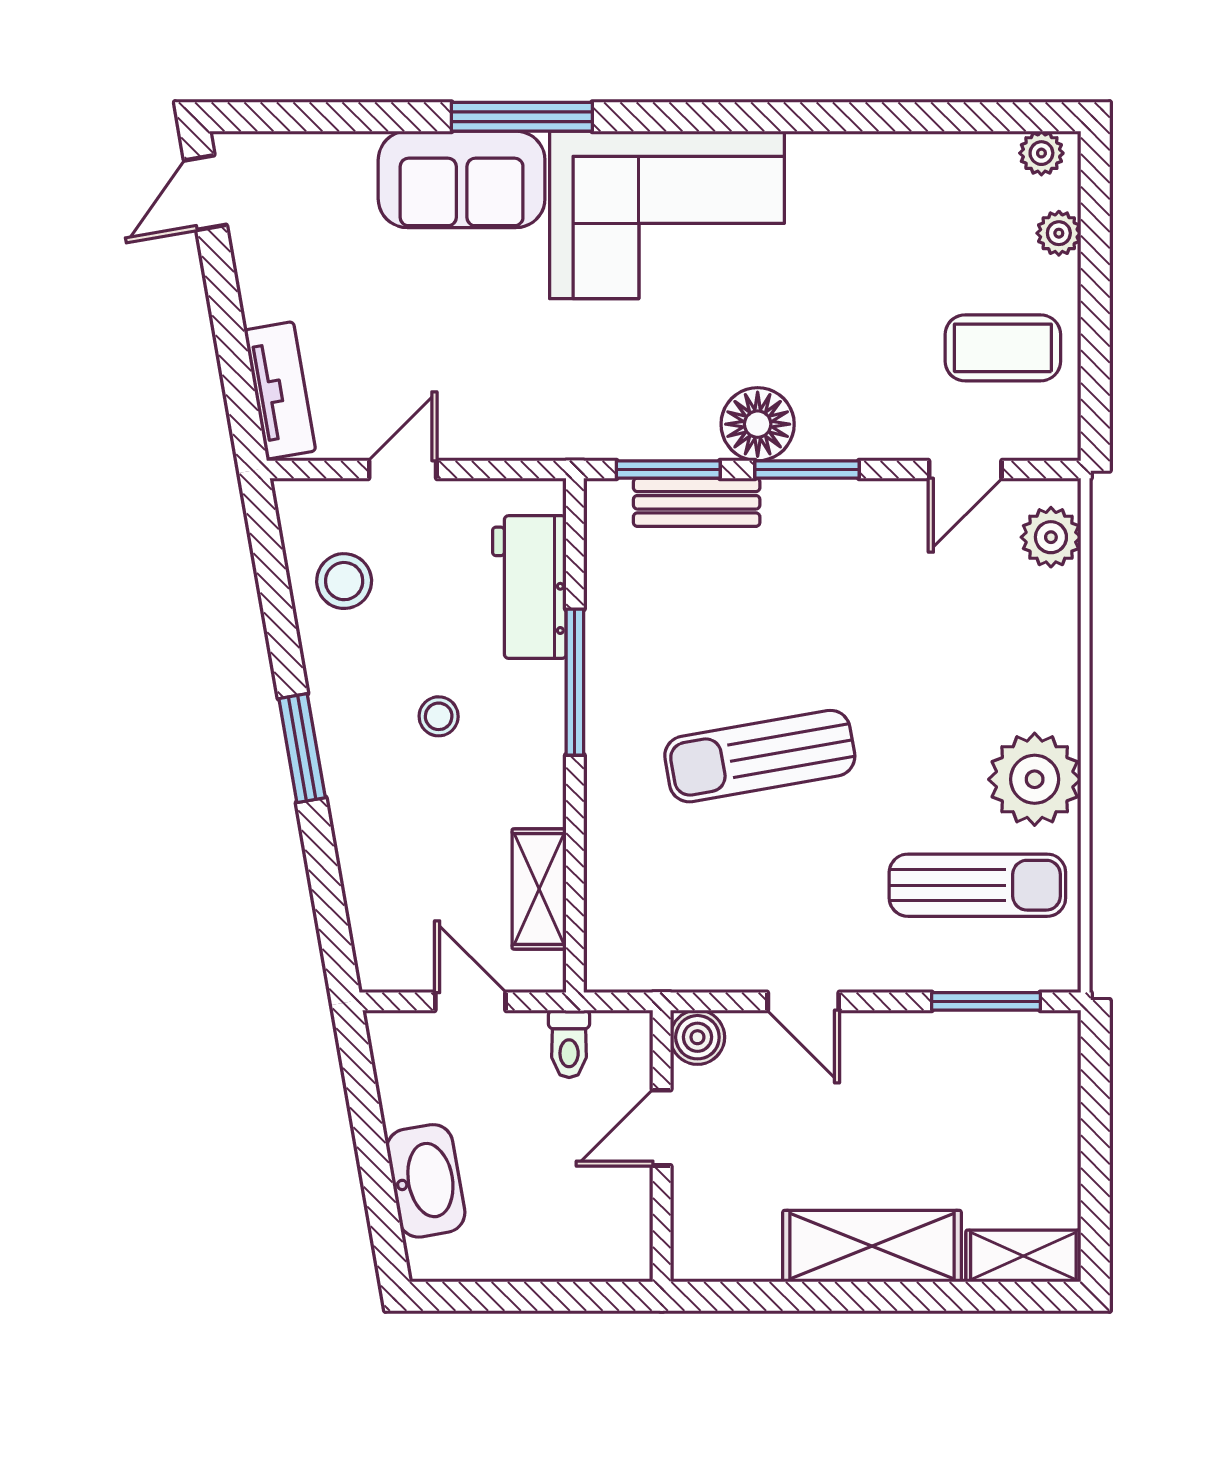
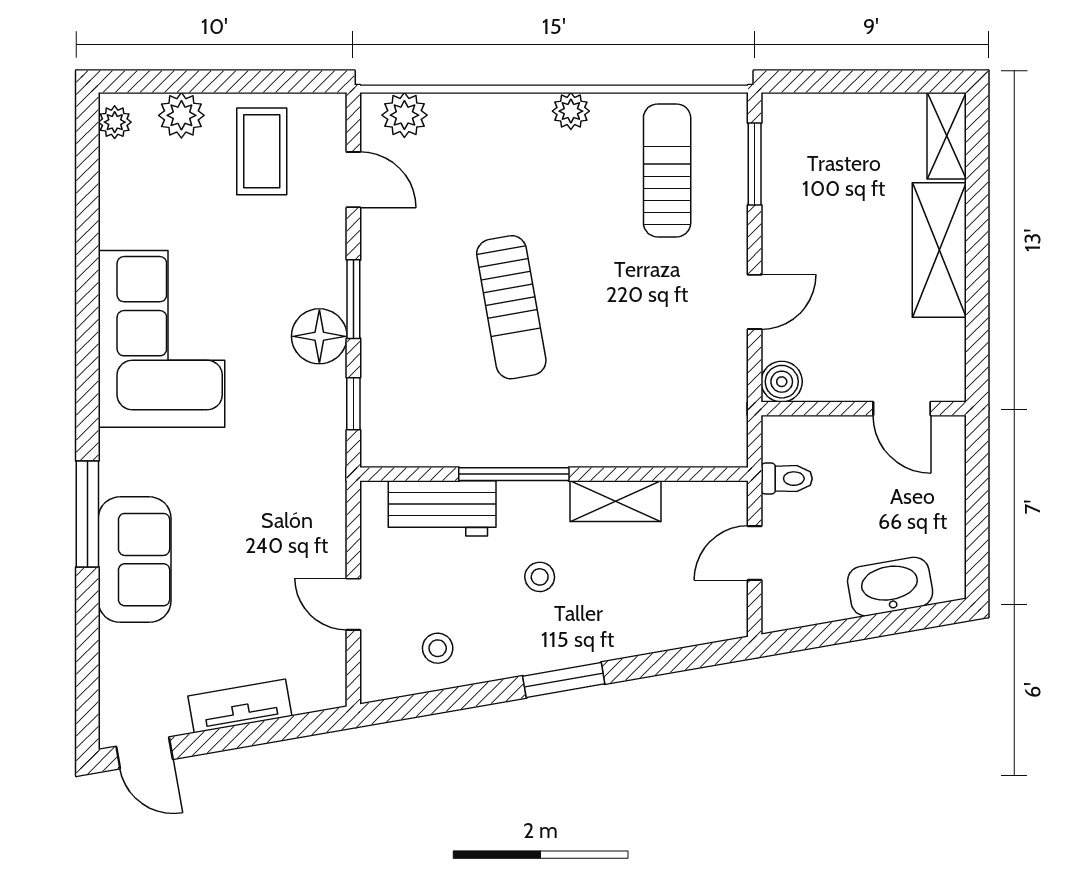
corner sofa: (667, 215) -> (161, 339), moved
plant: (1059, 233) -> (181, 115), width x1.38, depth x1.38
tv unit: (280, 390) -> (240, 706), moved
window: (668, 469) -> (353, 404), width x0.67
bench: (697, 502) -> (378, 382), removed
stool: (344, 581) -> (438, 648), width x0.73, depth x0.73
sun lounger: (760, 756) -> (511, 307), moved
plant: (1035, 779) -> (571, 111), width x0.53, depth x0.53
shelving: (539, 889) -> (616, 501), moved
door: (662, 1128) -> (902, 409), moved

